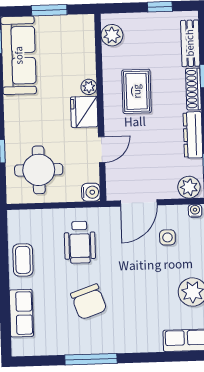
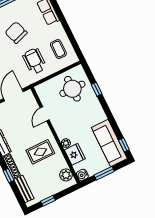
rug: (137, 91) -> (40, 152), turned 90
fridge: (84, 112) -> (75, 154), moved
water cooler: (91, 192) -> (82, 175), moved
coffee table: (23, 260) -> (58, 49), moved

